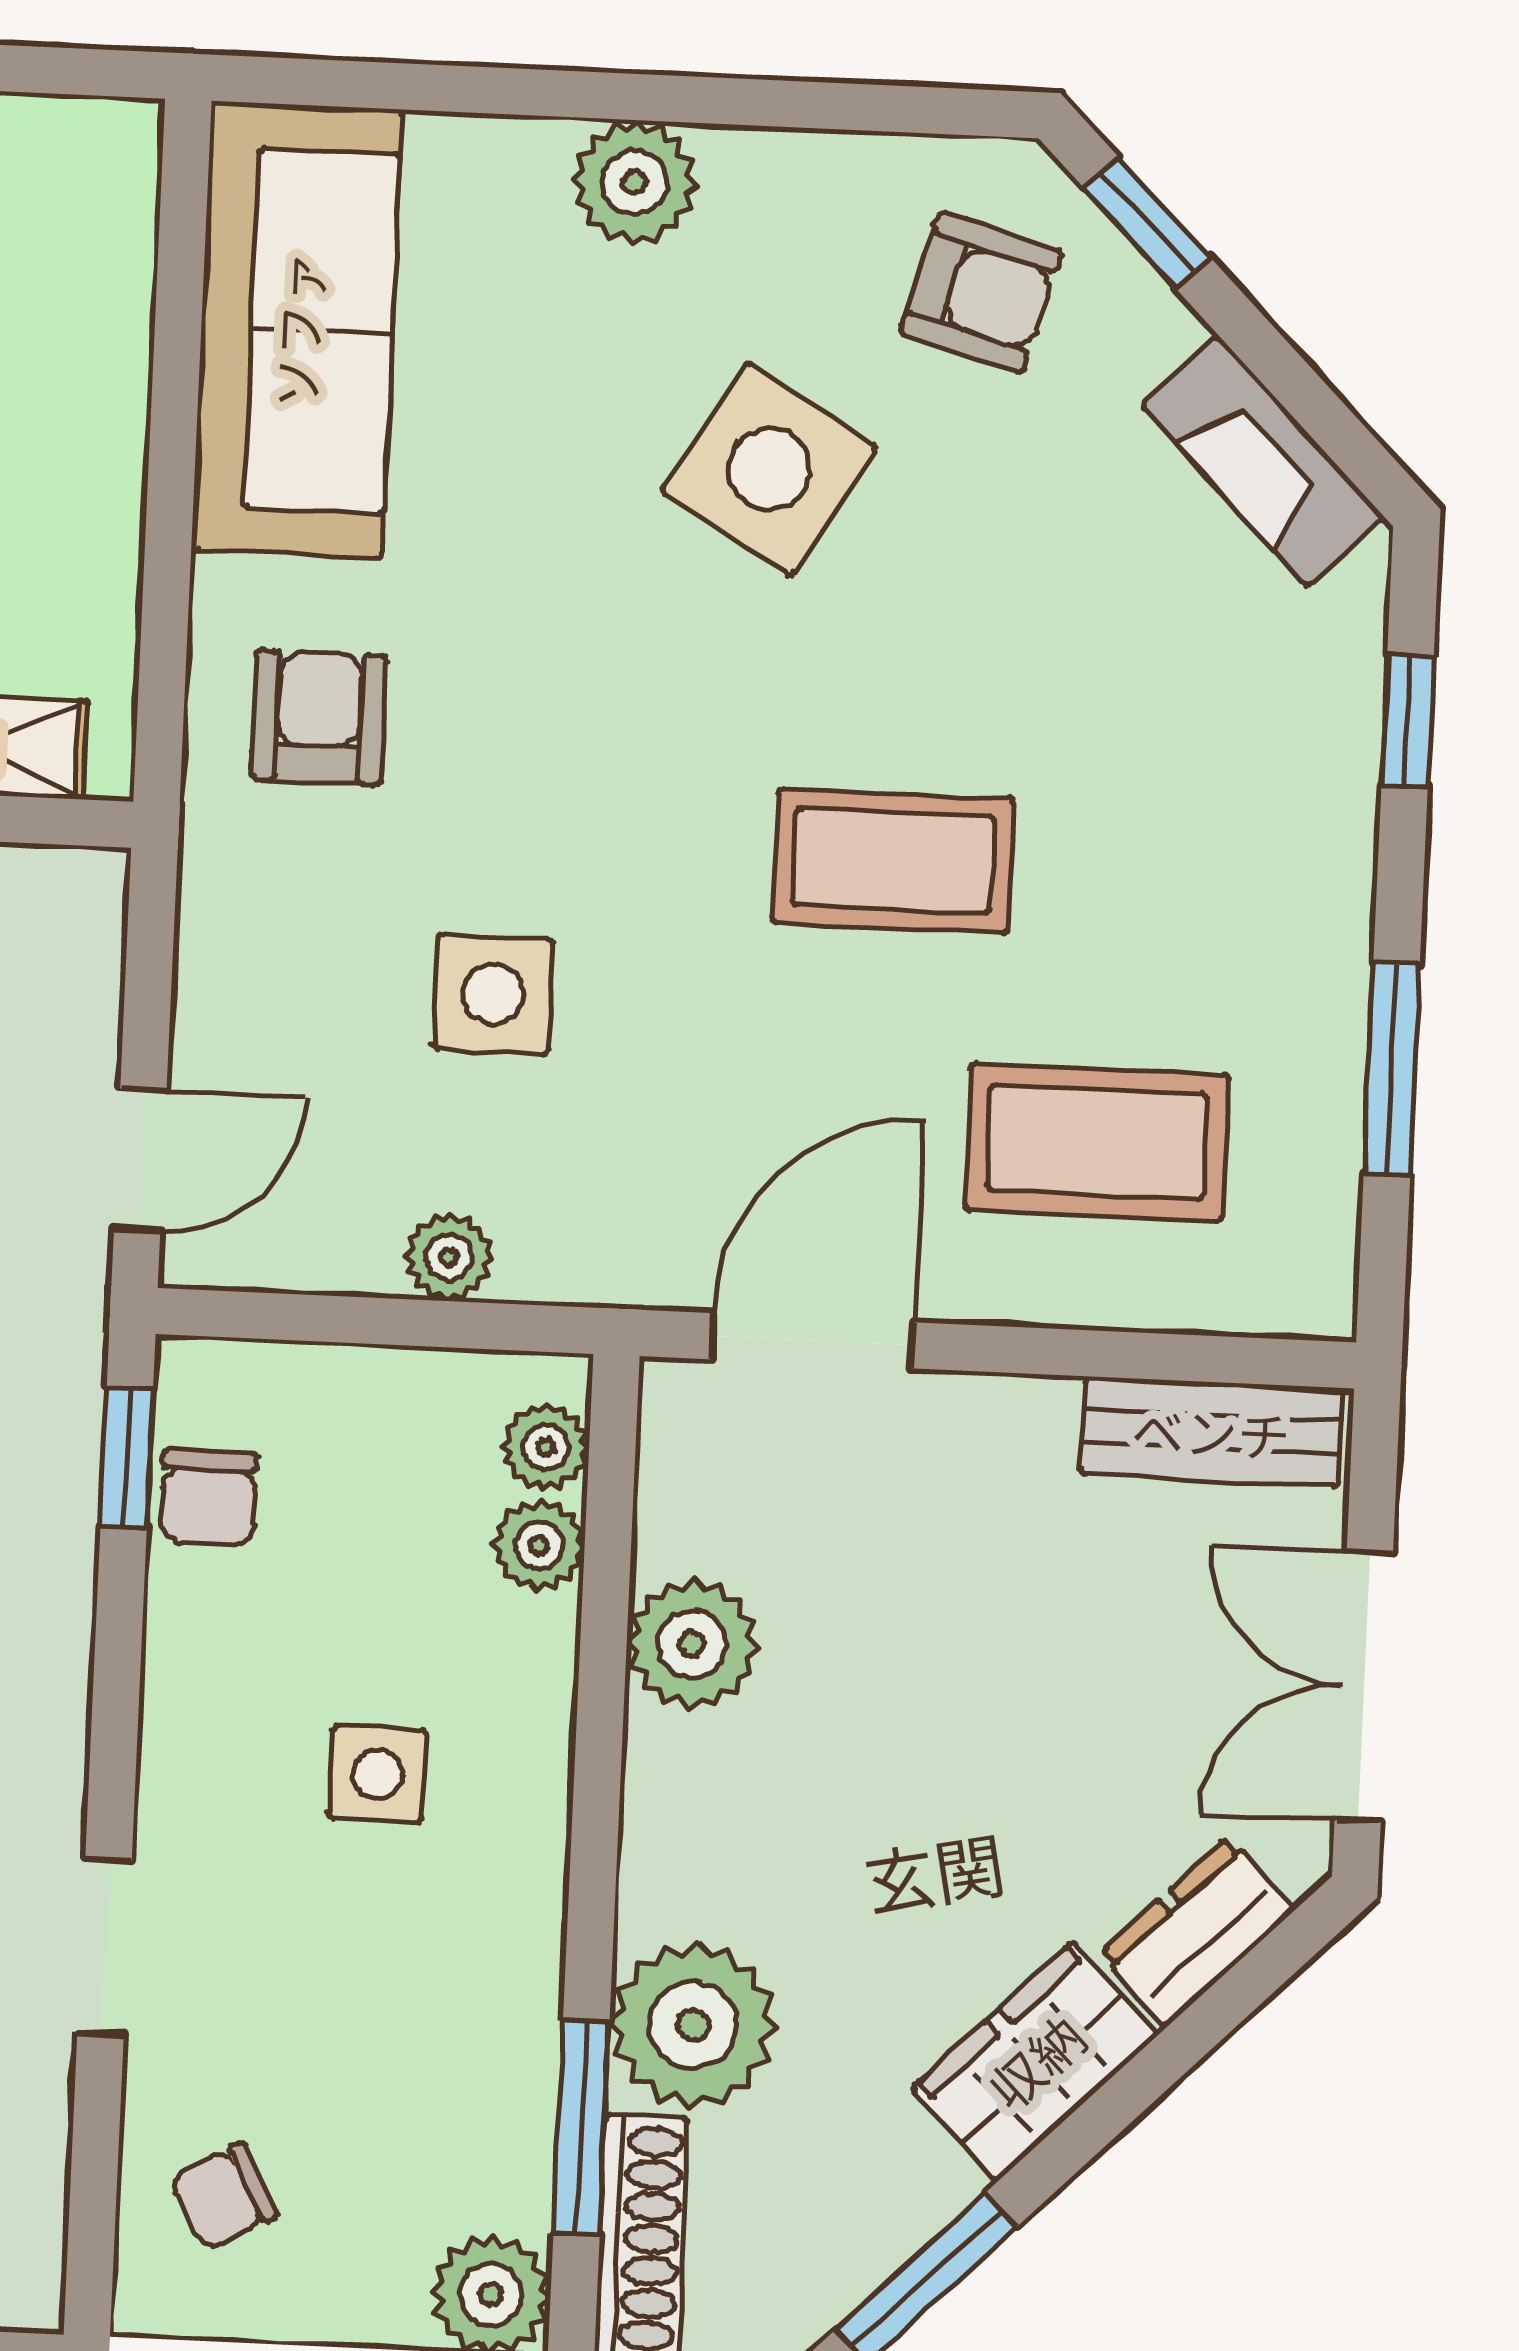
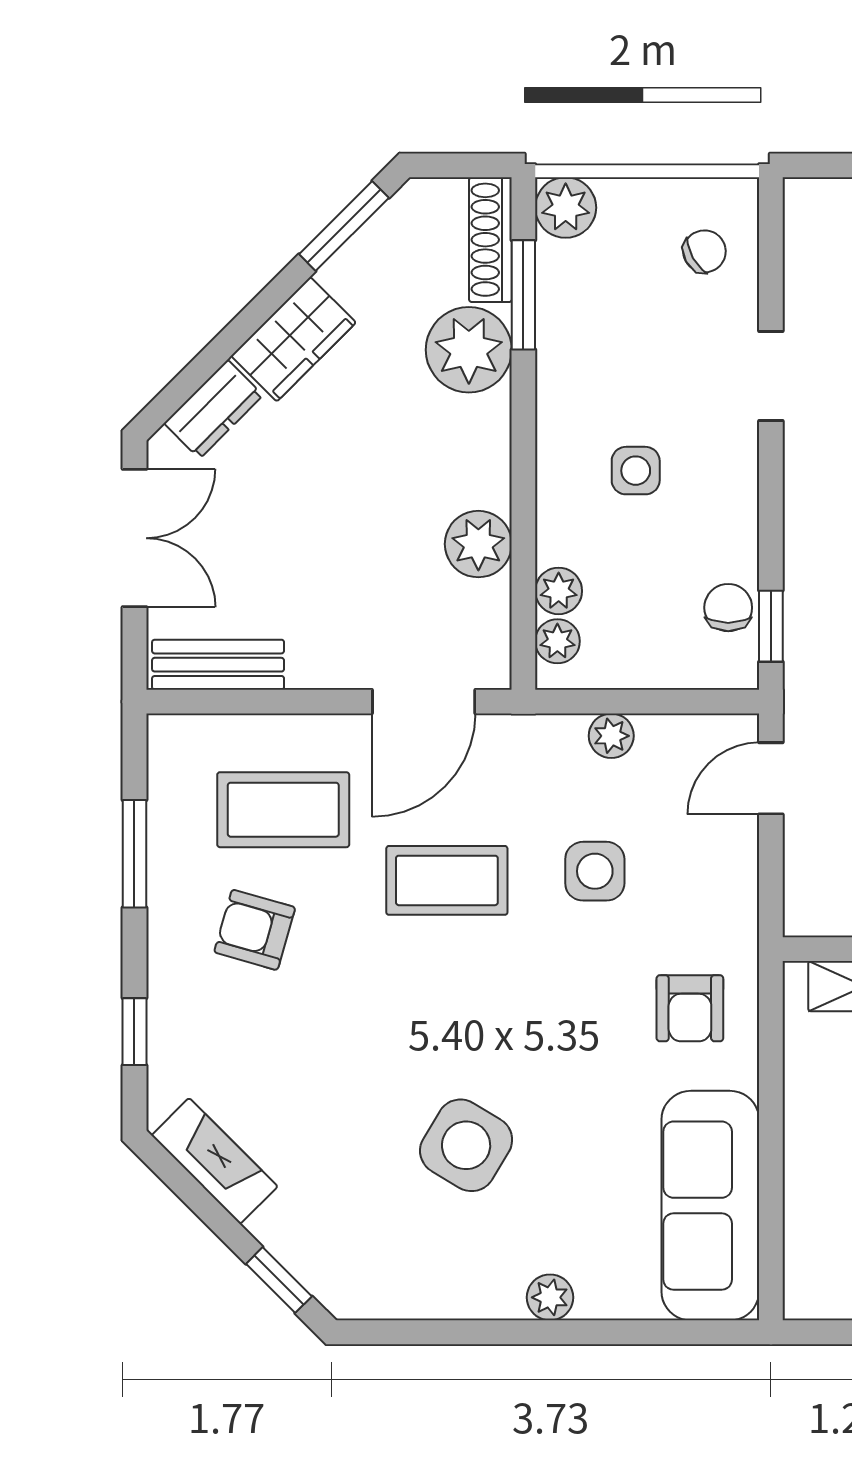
plant: (635, 182) -> (550, 1297), width x0.73, depth x0.73
armchair: (981, 292) -> (255, 930), moved
coffee table: (893, 861) -> (447, 880), moved

